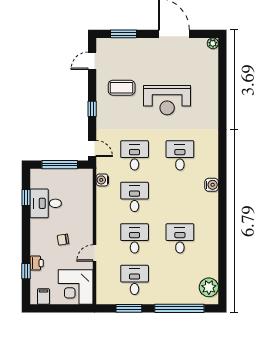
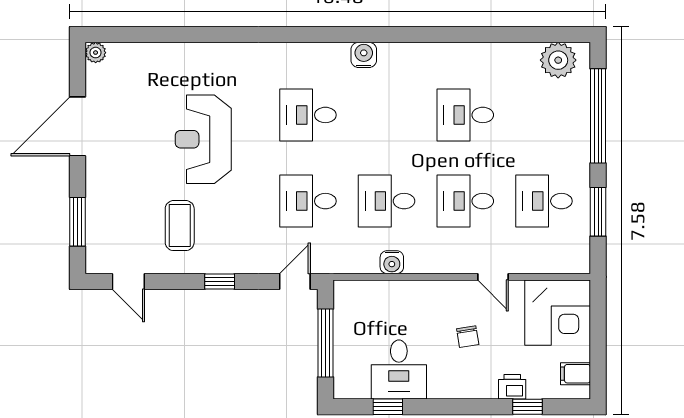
reception desk: (167, 100) -> (203, 139), turned 180
water cooler: (102, 180) -> (392, 262), moved

